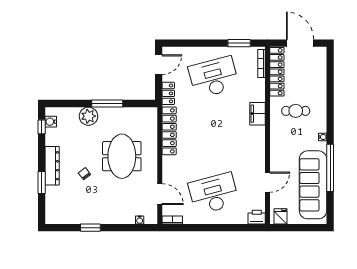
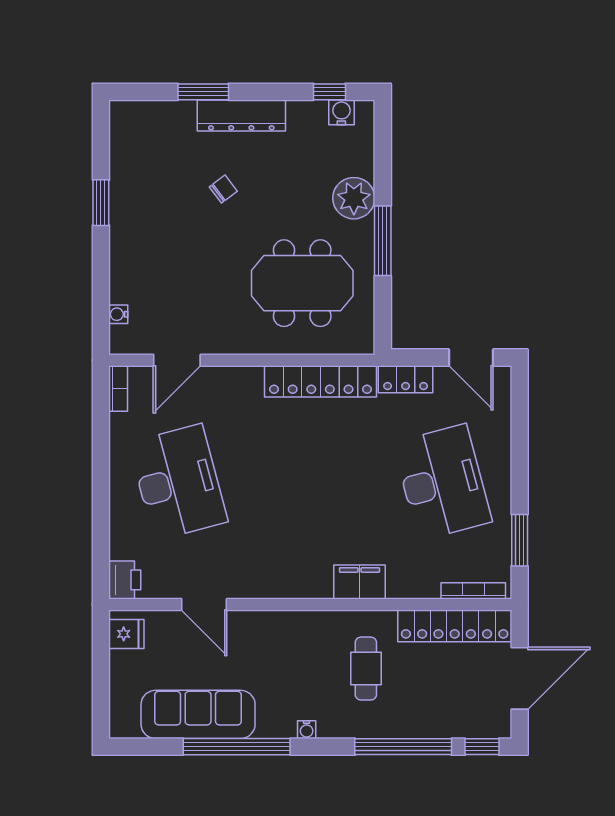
window: (330, 60) -> (482, 747), added
window: (330, 94) -> (403, 747), added
meeting table: (122, 156) -> (302, 283), moved
sofa: (313, 185) -> (198, 714), width x0.74, depth x0.79

